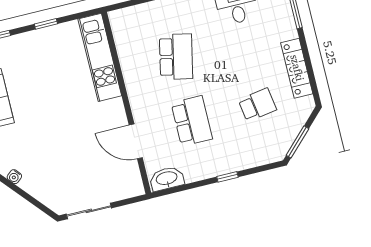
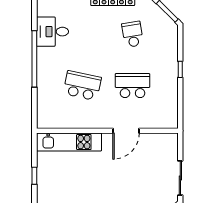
door: (136, 141) -> (126, 131), moved
washbasin: (167, 179) -> (171, 115), removed

